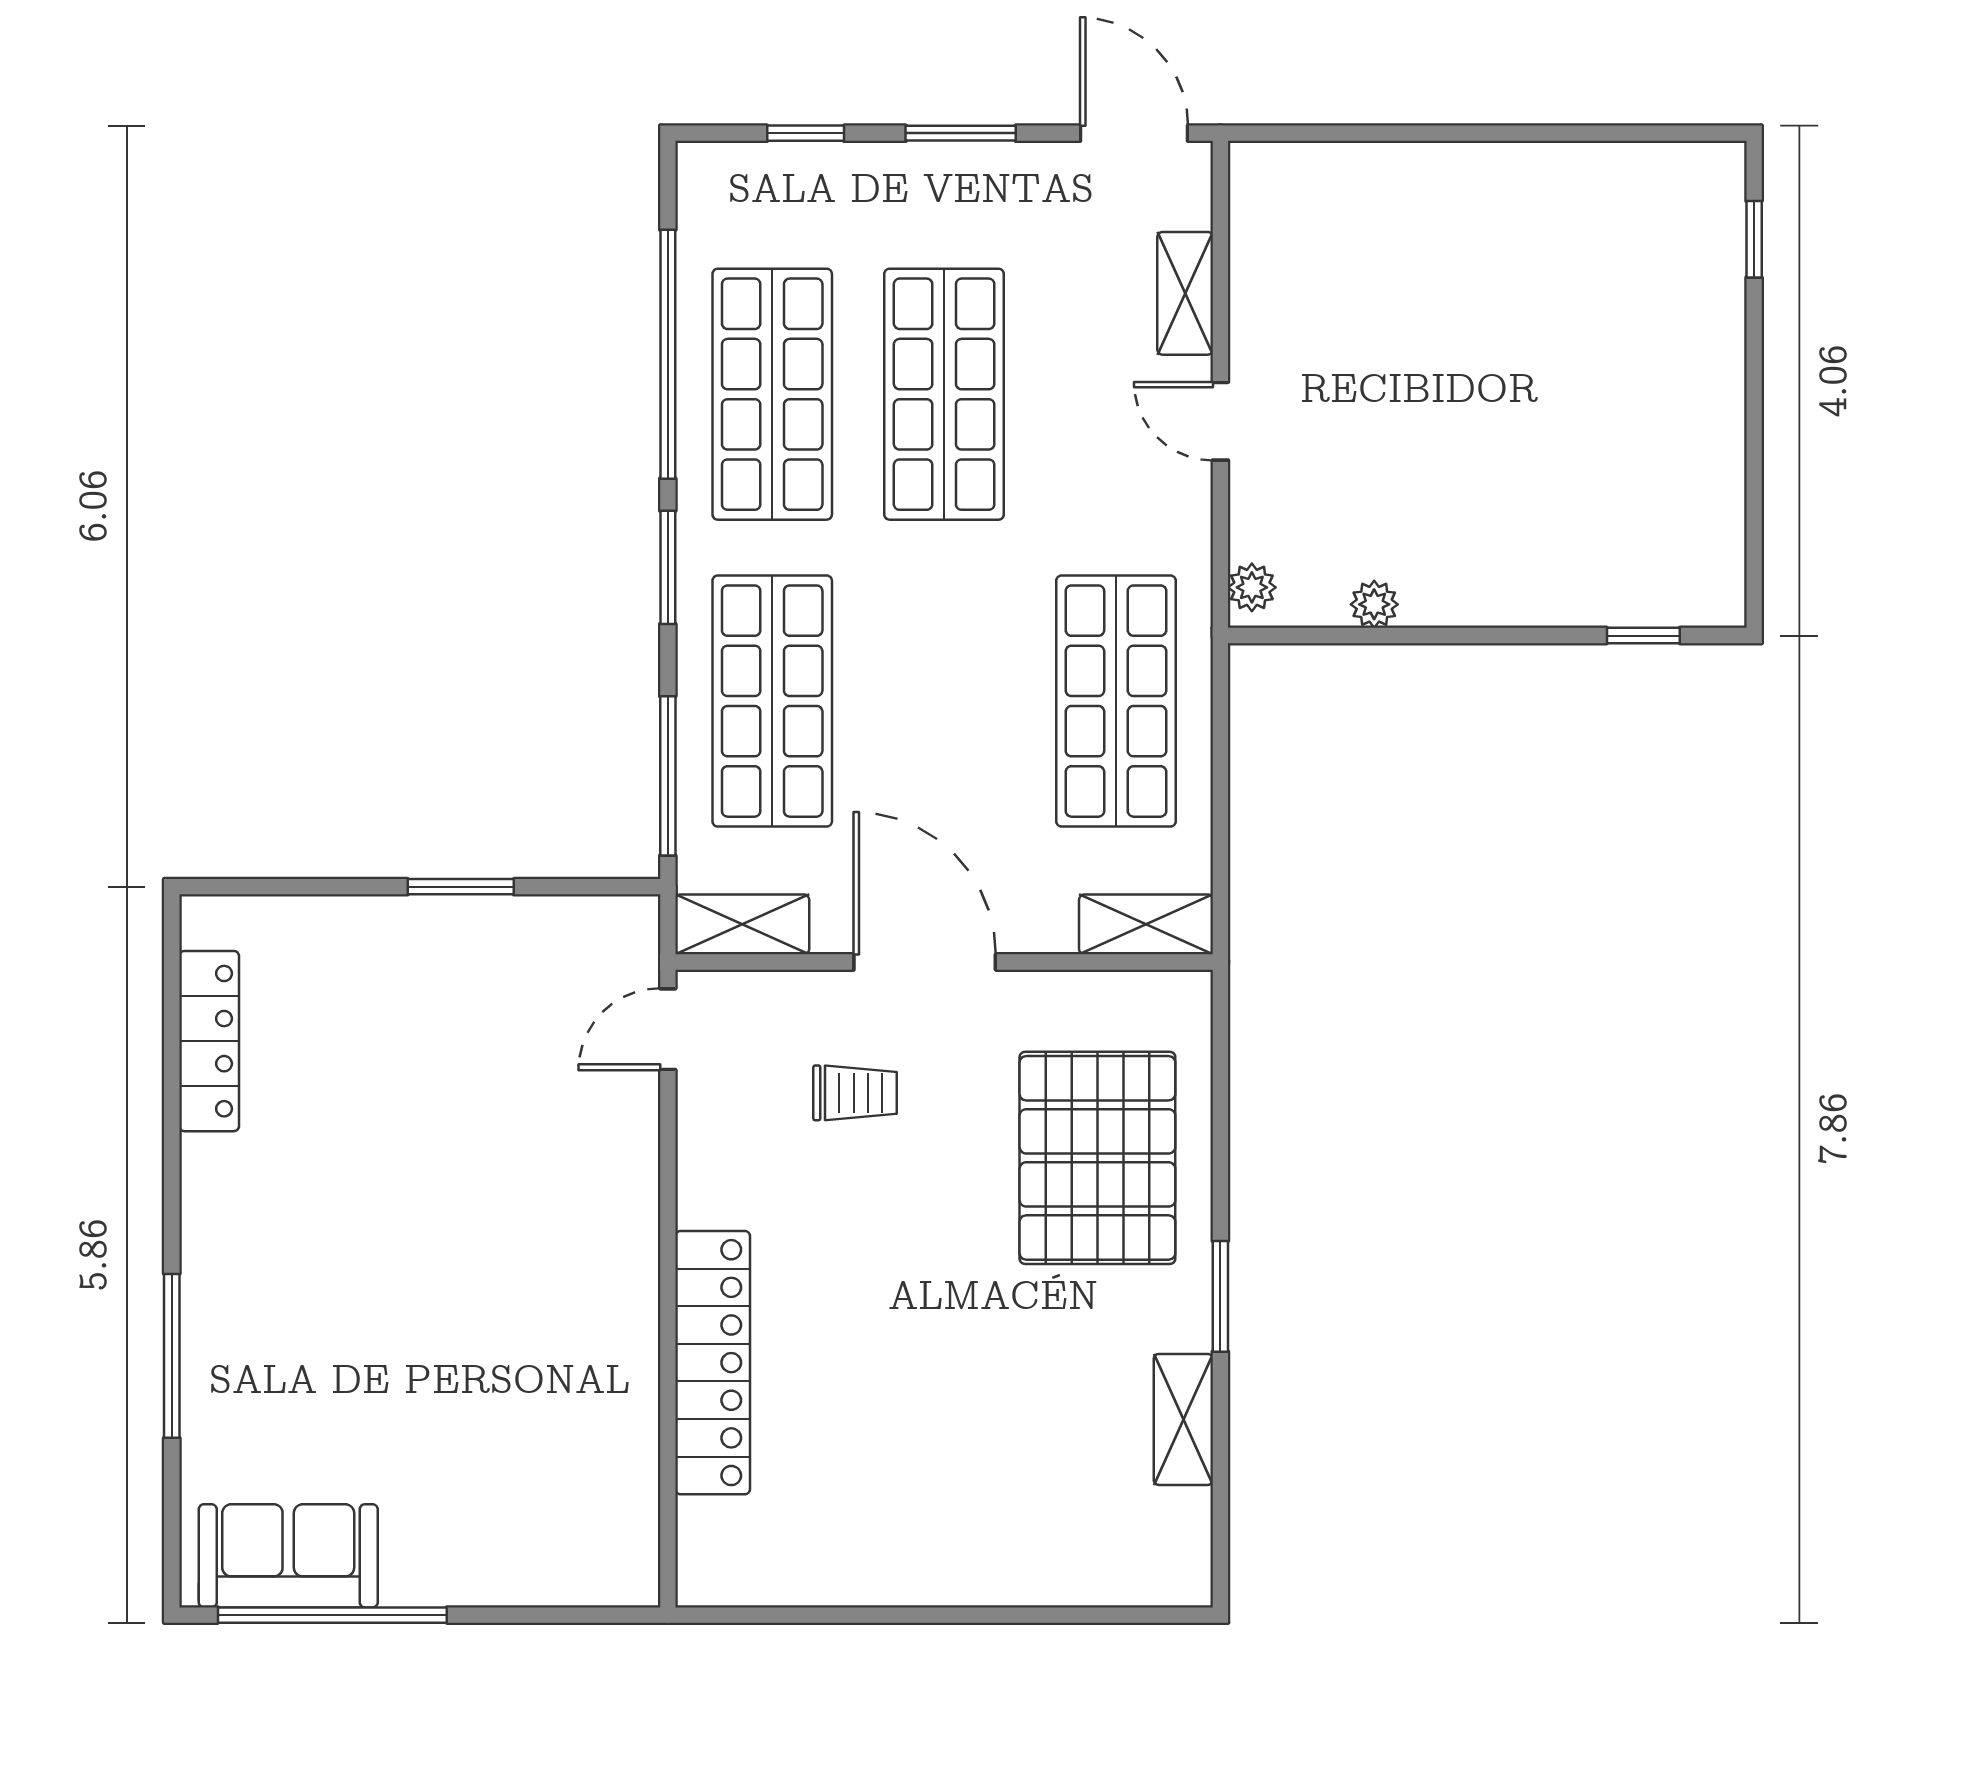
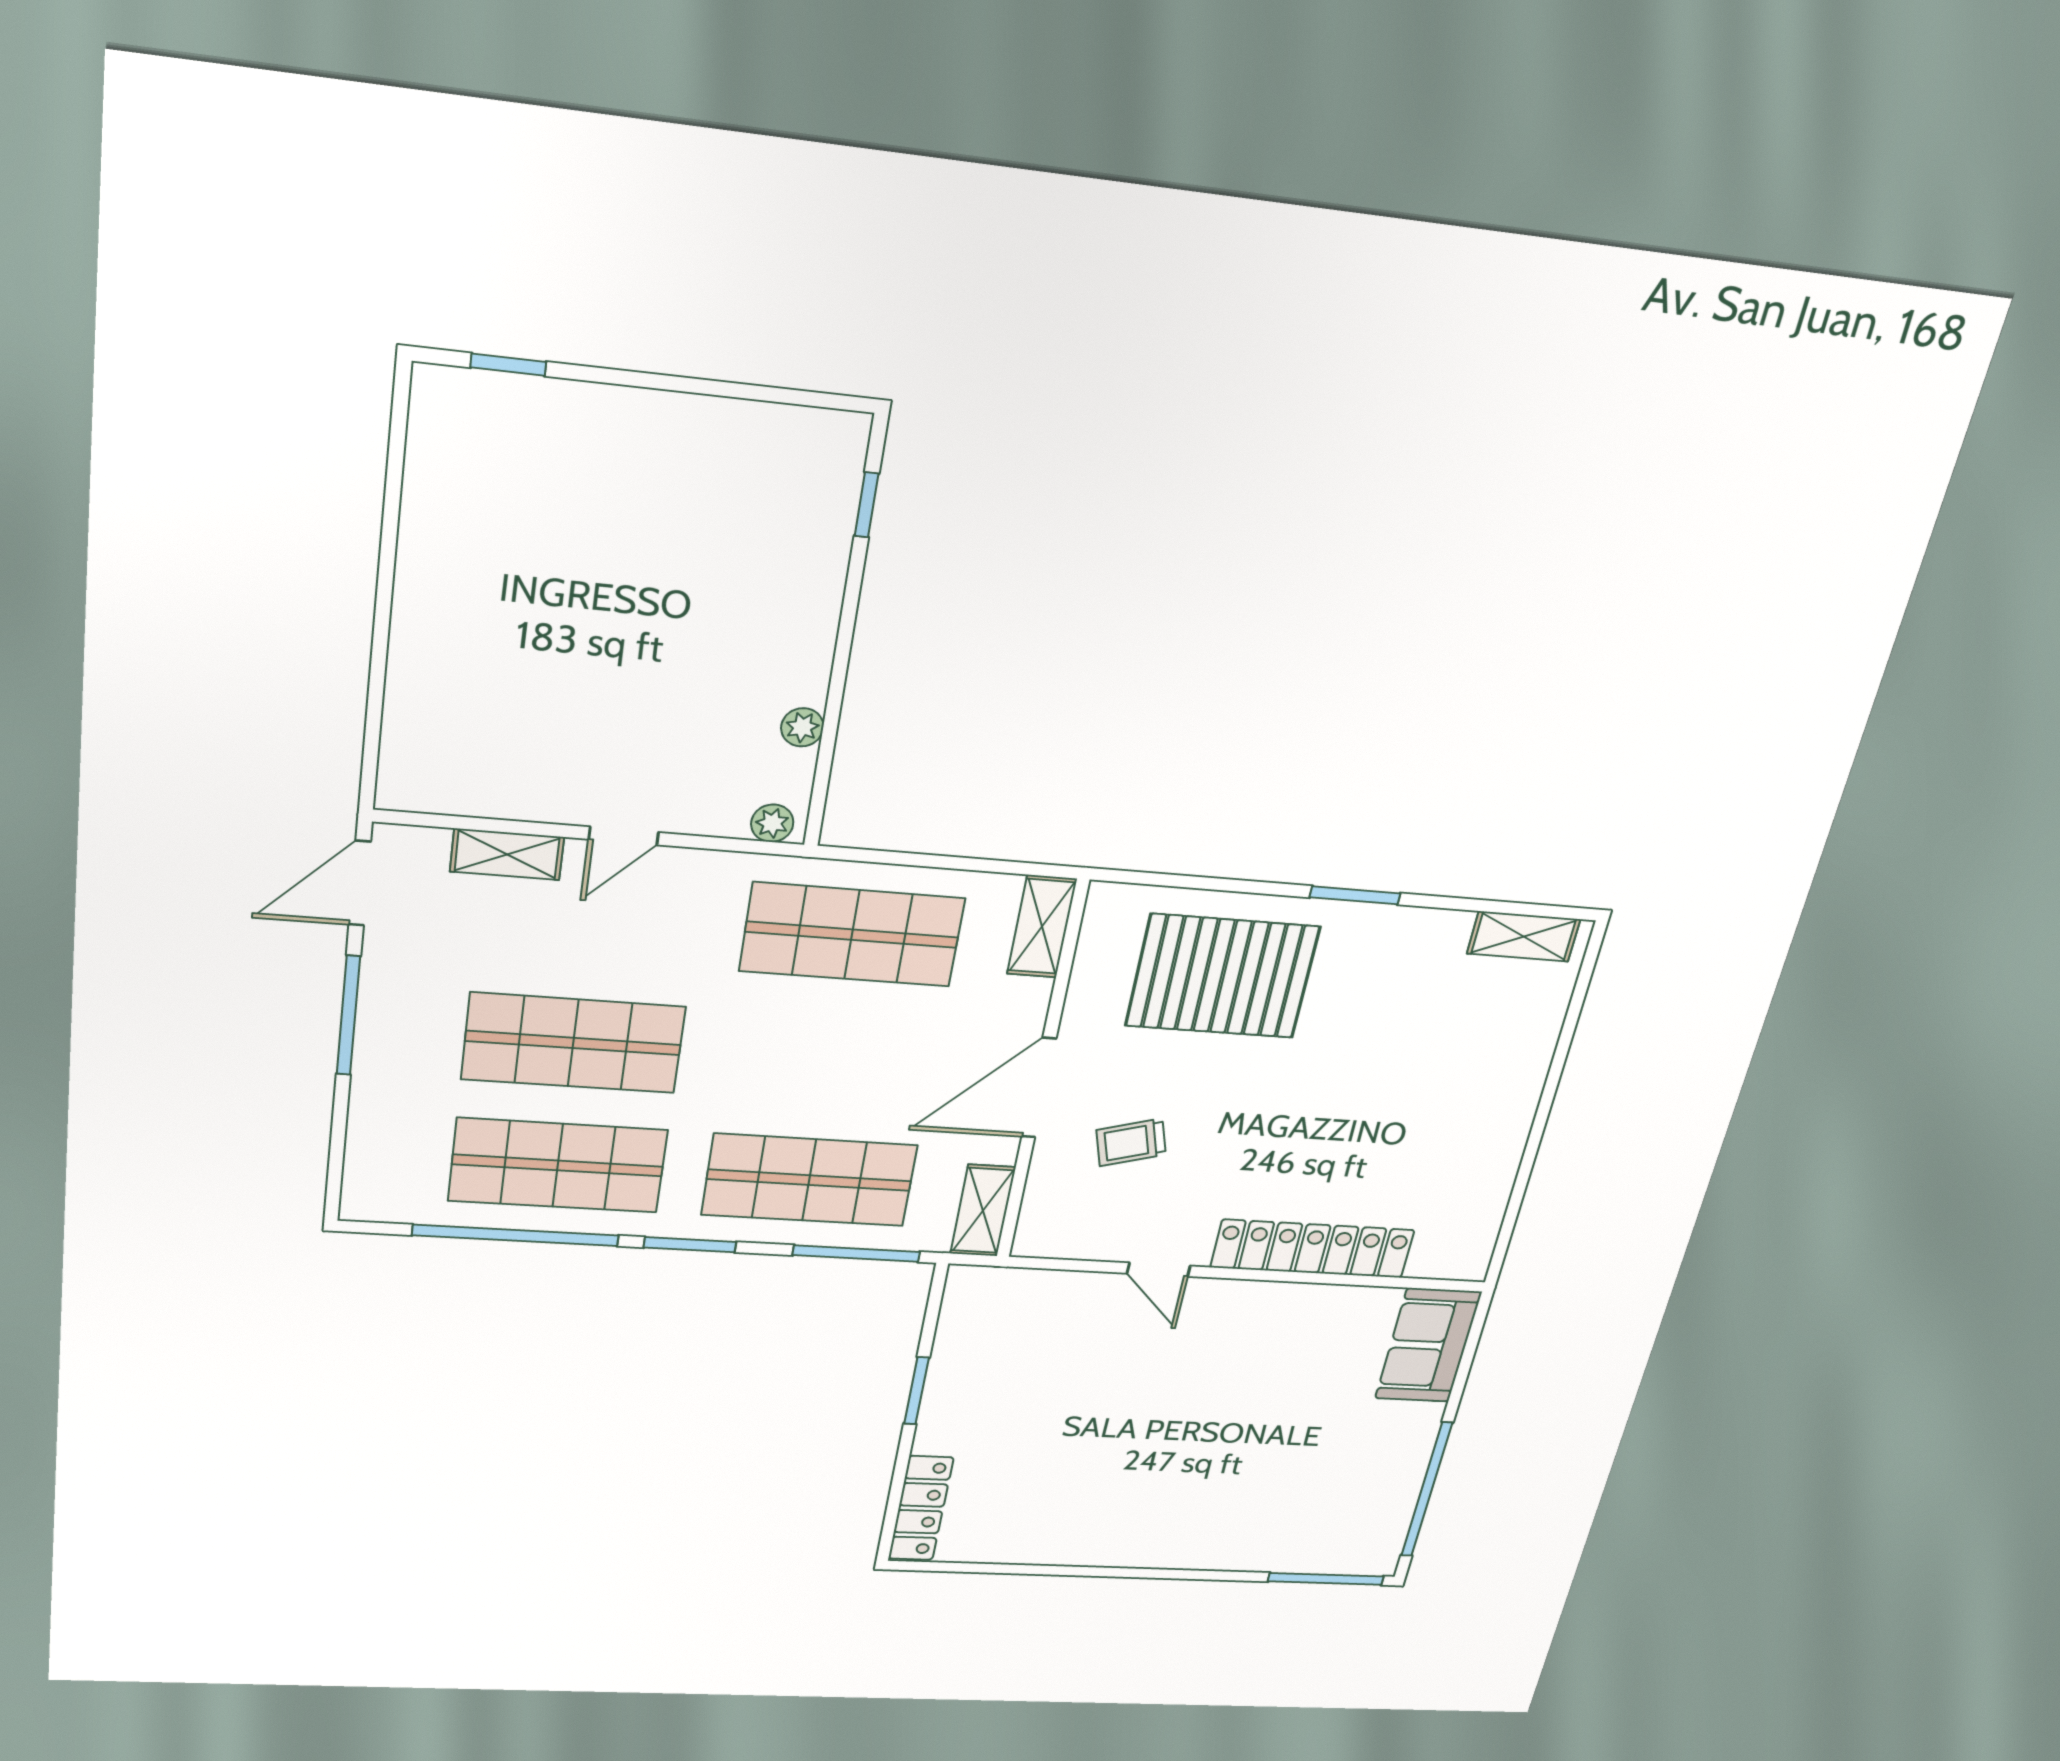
window: (806, 133) -> (339, 1129), removed
window: (961, 133) -> (348, 1016), width x1.44
door: (668, 1029) -> (1159, 1270), moved
locker: (209, 1041) -> (921, 1508), moved, turned 90
trolley: (855, 1093) -> (1131, 1142), turned -106
window: (172, 1356) -> (1326, 1579), moved
shelving: (1183, 1419) -> (1524, 936), moved
sofa: (288, 1556) -> (1428, 1345), moved

